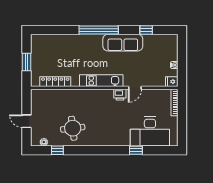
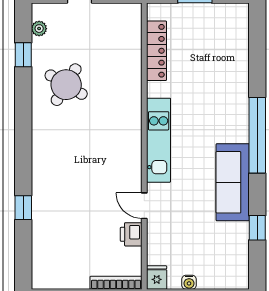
printer: (120, 95) -> (131, 234), moved
round table: (73, 128) -> (66, 85), turned 38
desk: (150, 131) -> (60, 235), removed

